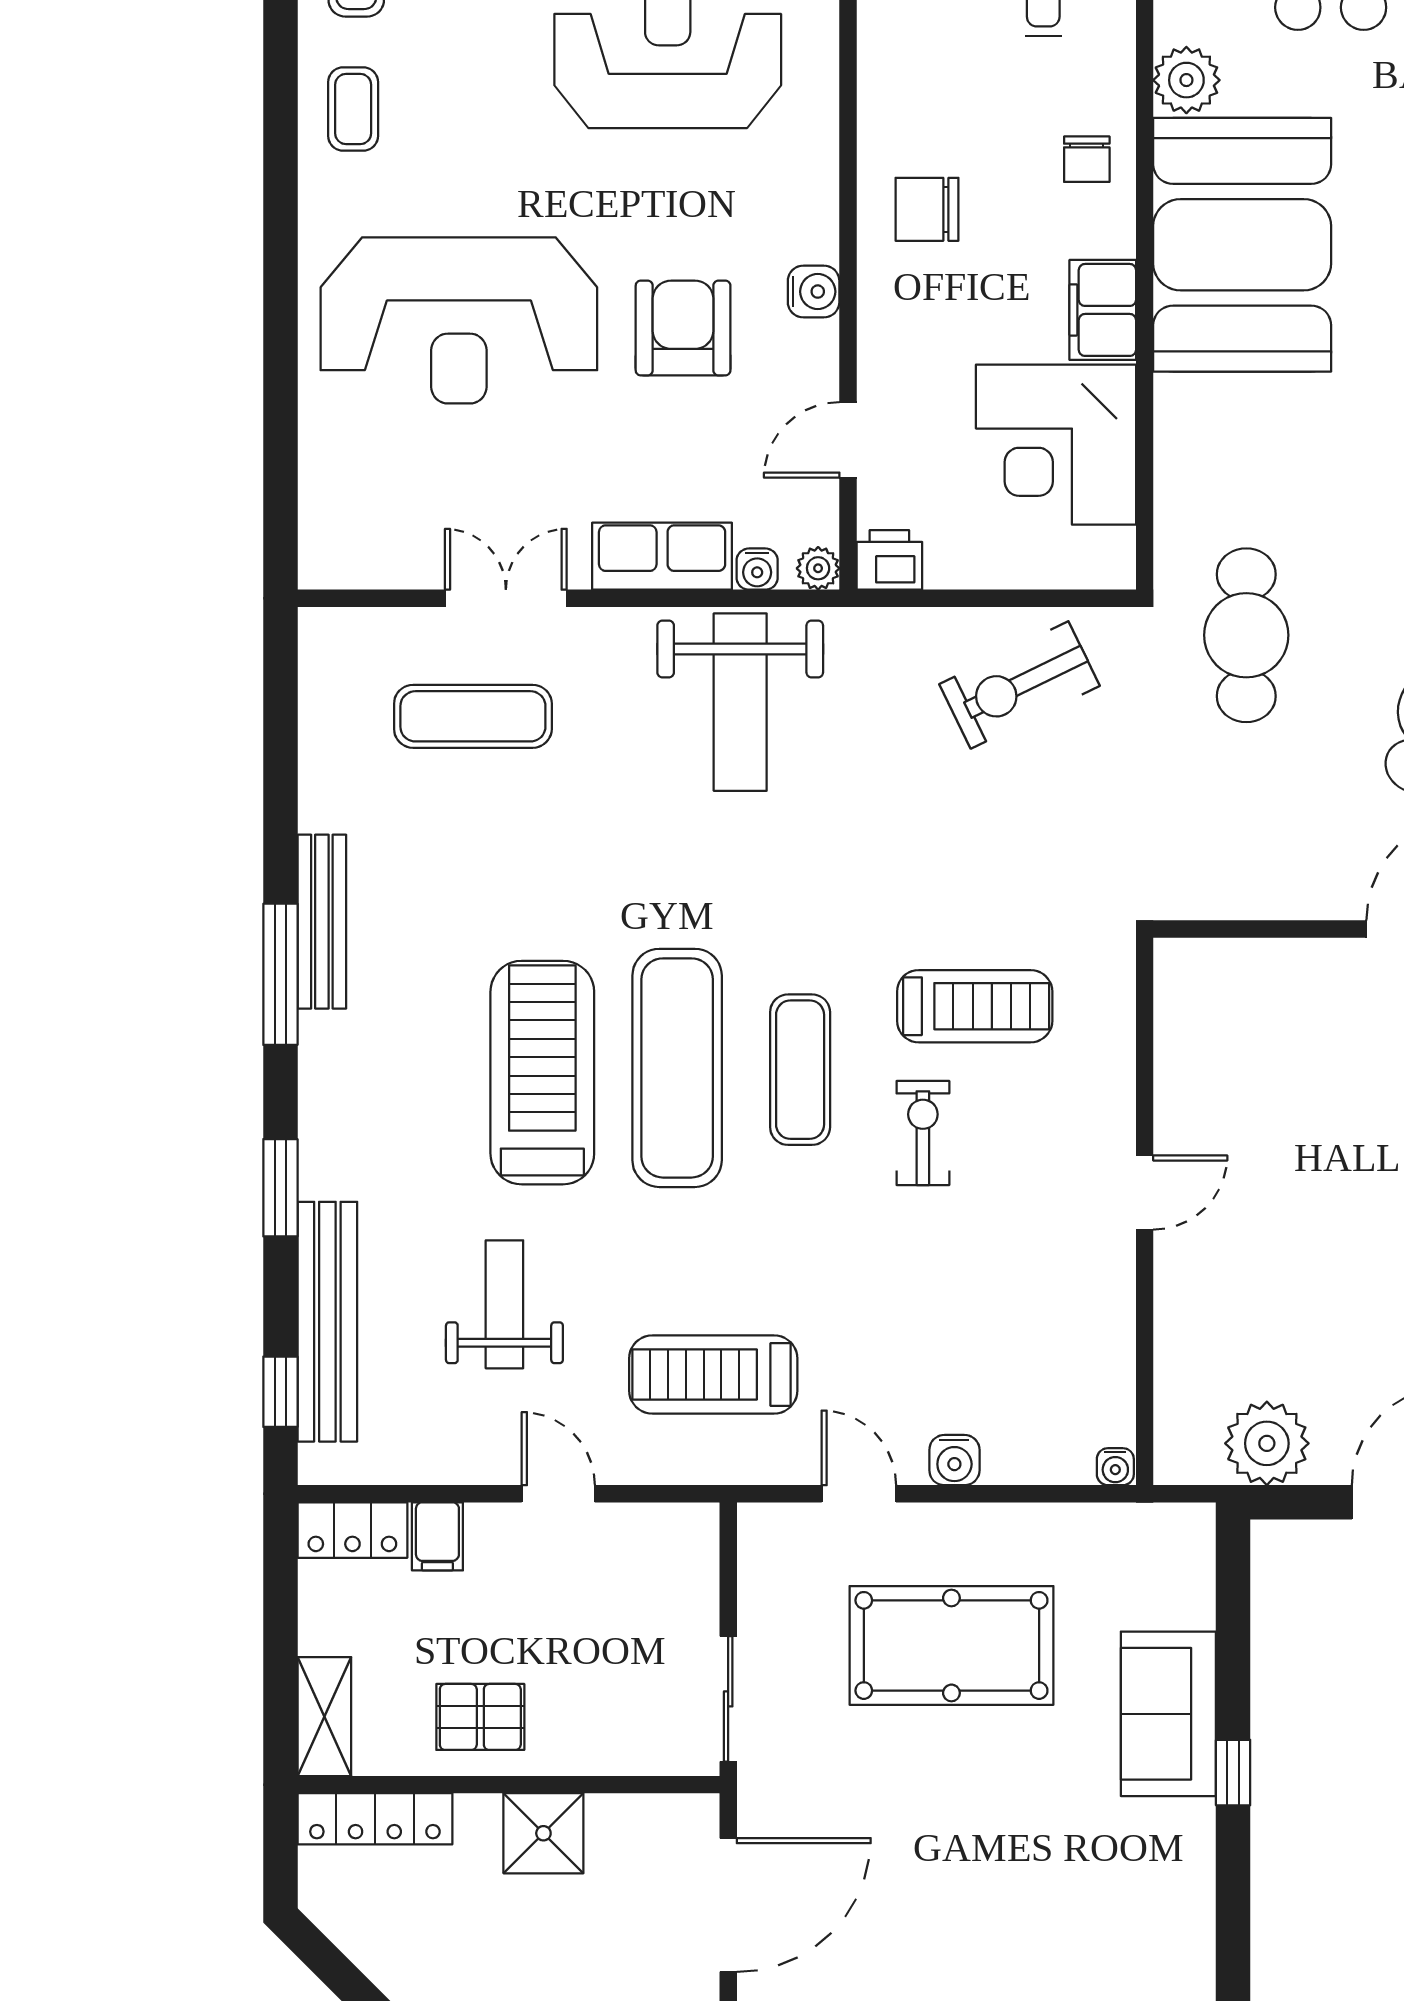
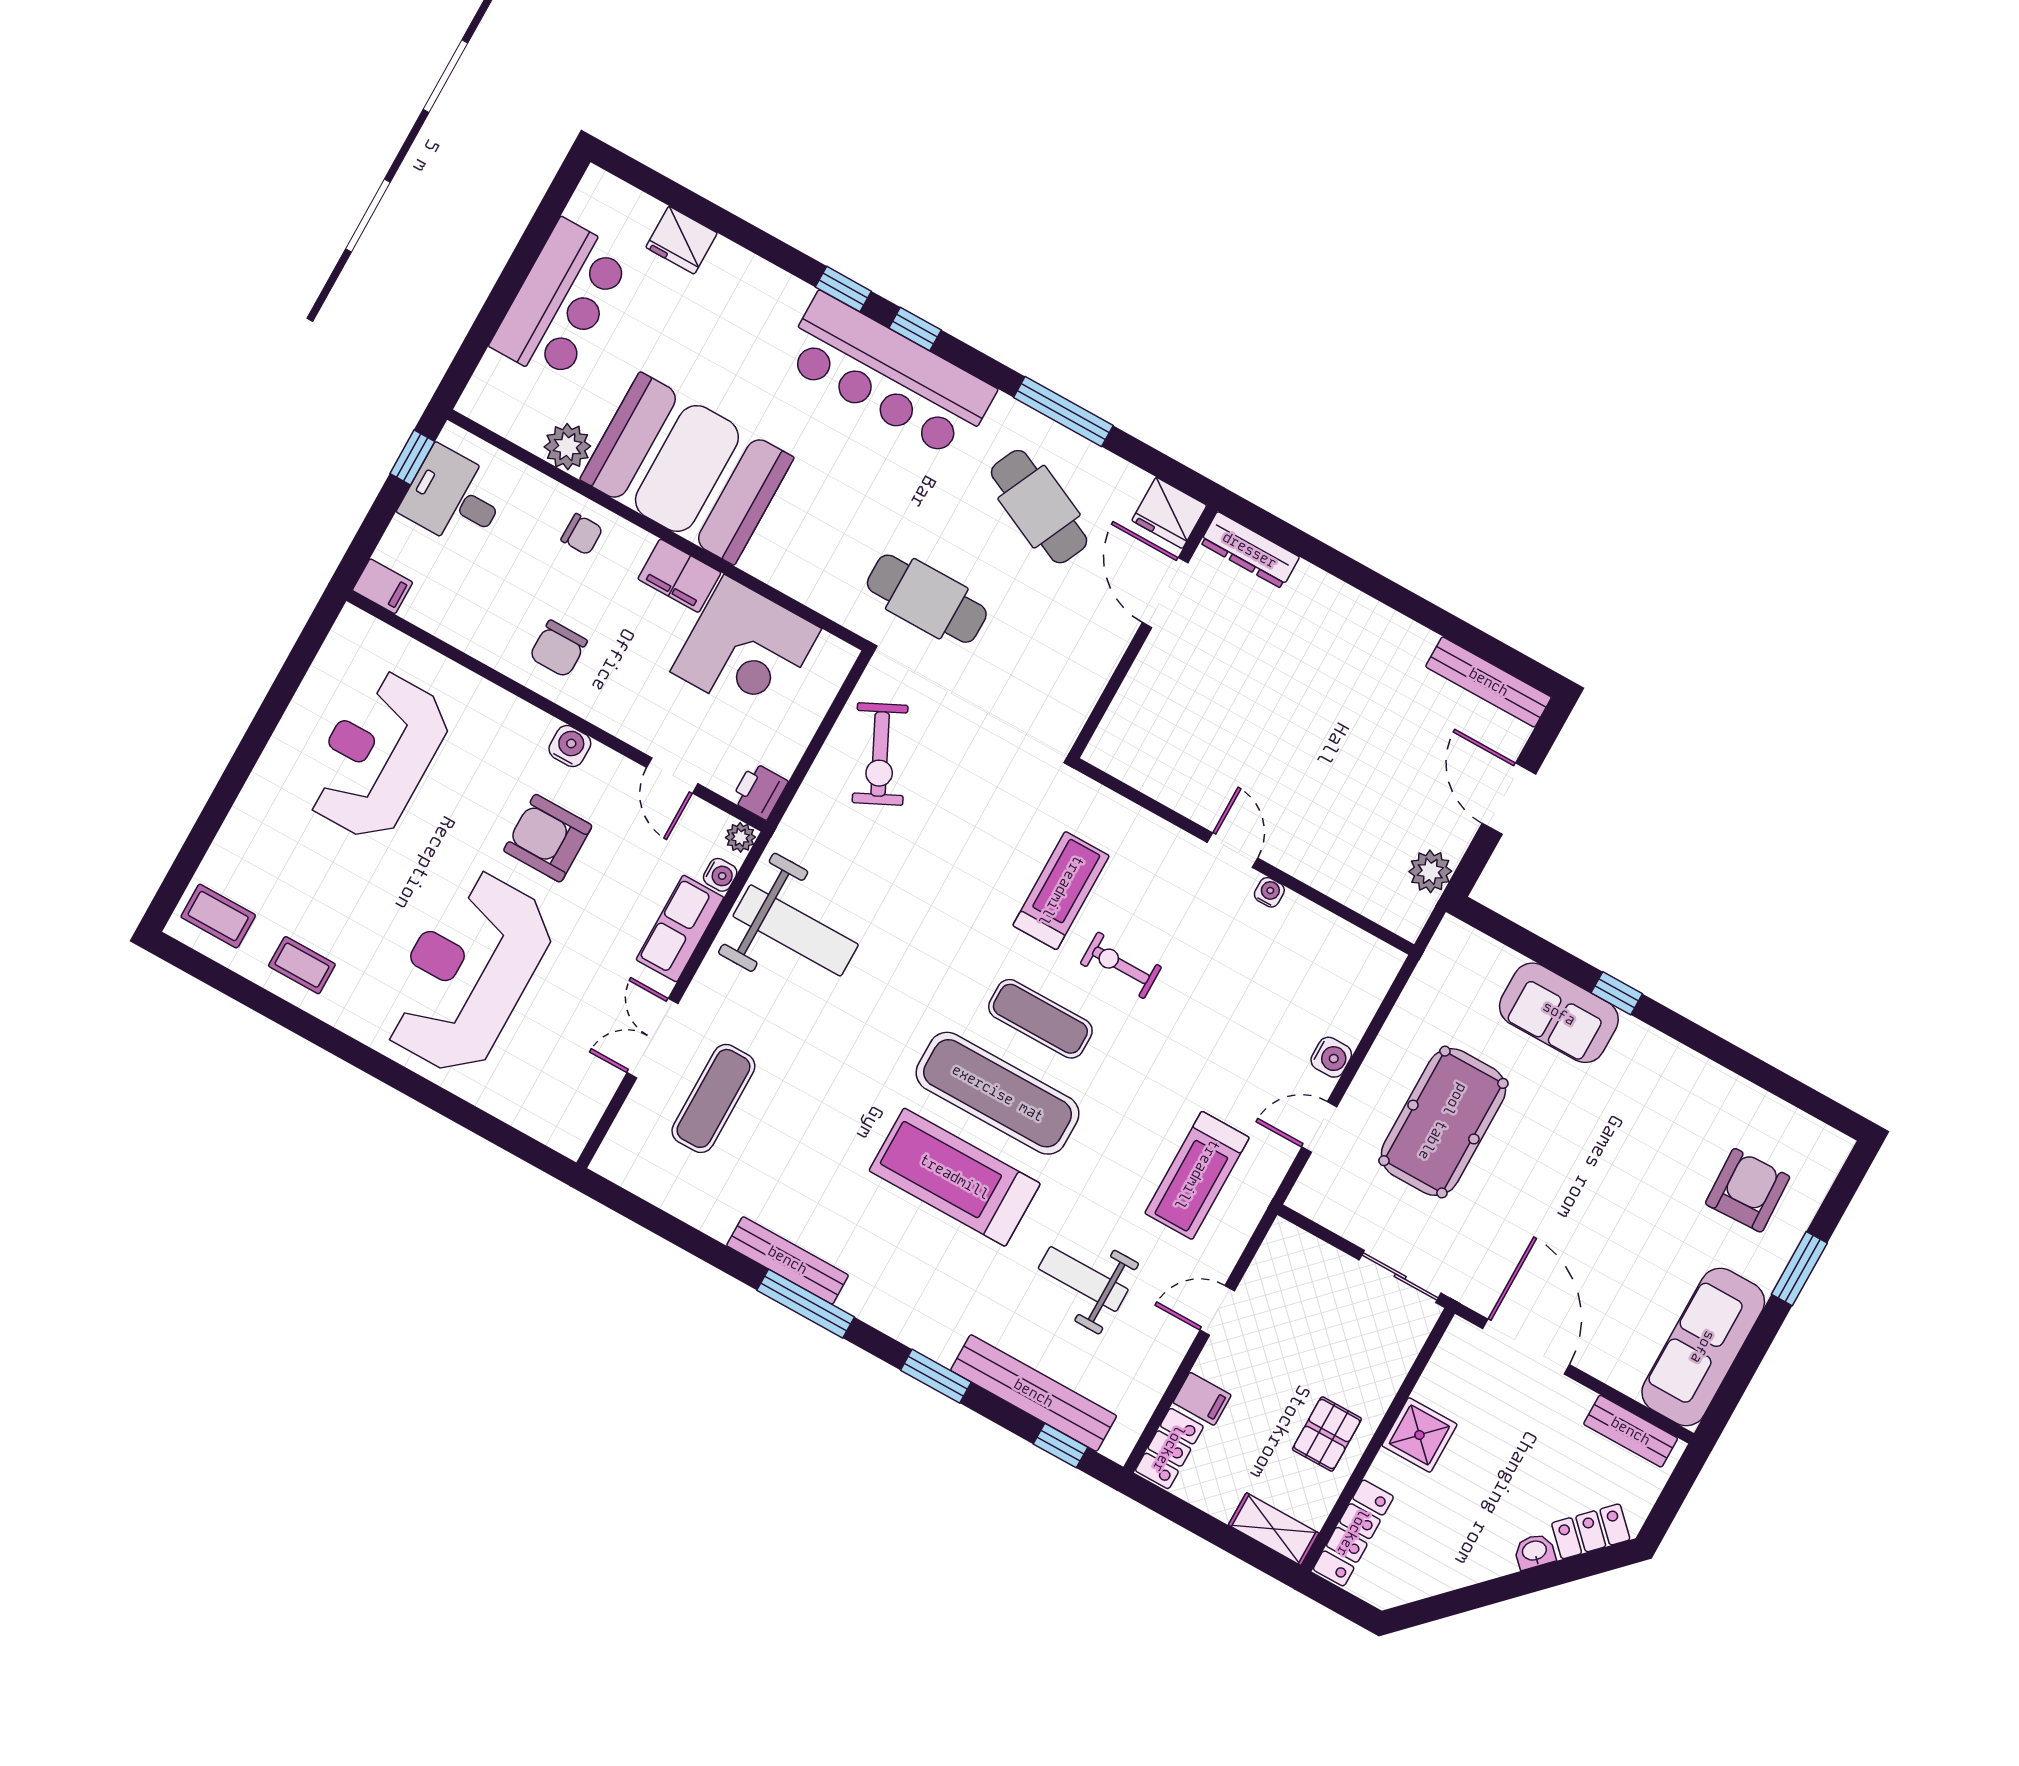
reception desk: (459, 320) -> (467, 972), turned 180
plant: (1267, 1443) -> (1430, 871), width x0.73, depth x0.73
water cooler: (1115, 1467) -> (1269, 892), moved, turned -90

